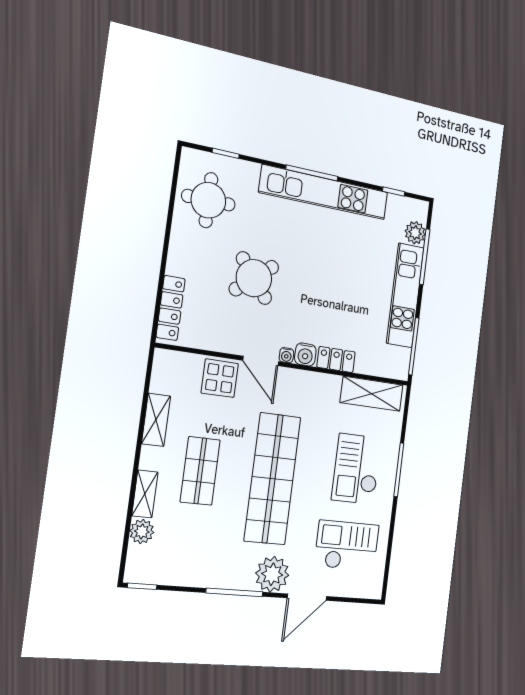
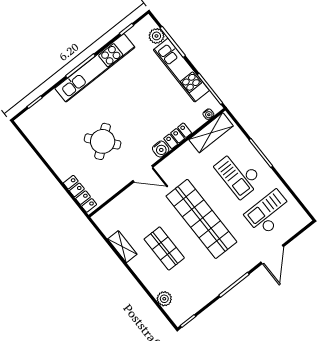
round table: (208, 200) -> (48, 131), removed
water cooler: (286, 355) -> (208, 114), moved
display table: (220, 378) -> (132, 201), removed
shelving: (145, 494) -> (149, 282), removed
plant: (272, 574) -> (244, 260), removed

